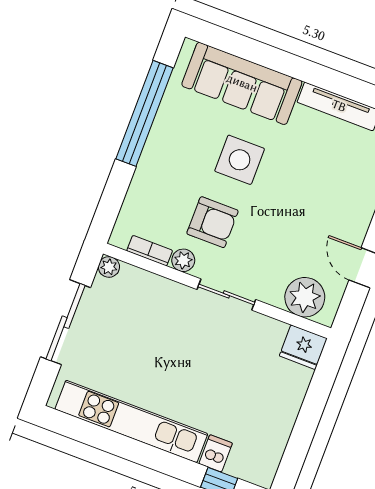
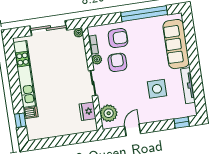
side table: (240, 160) -> (157, 89), moved
armchair: (164, 194) -> (118, 38), added
armchair: (212, 222) -> (117, 62), turned 180
fridge: (303, 347) -> (88, 111), moved

